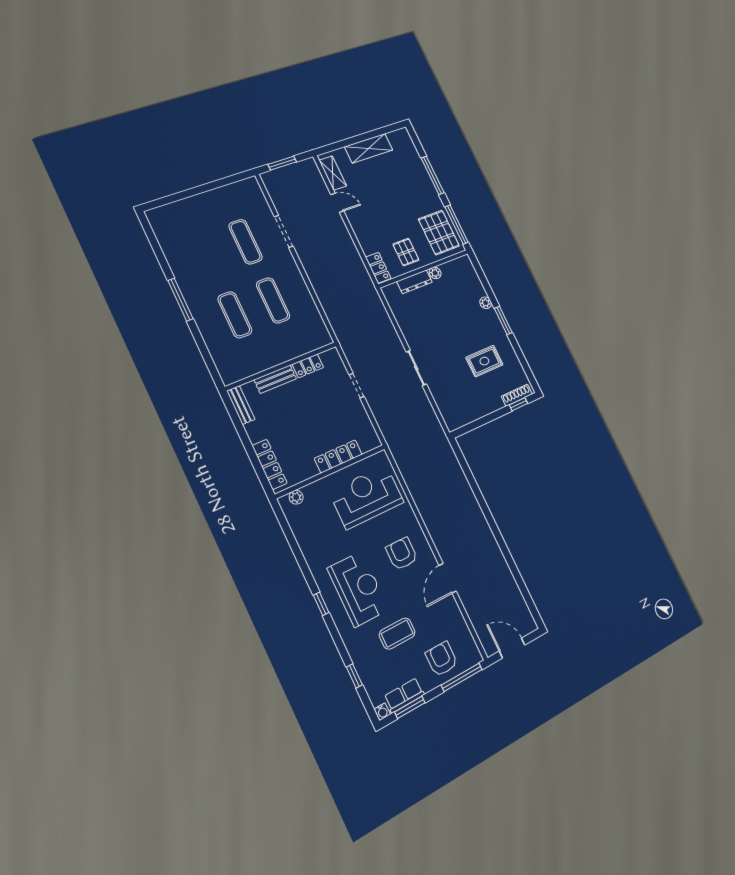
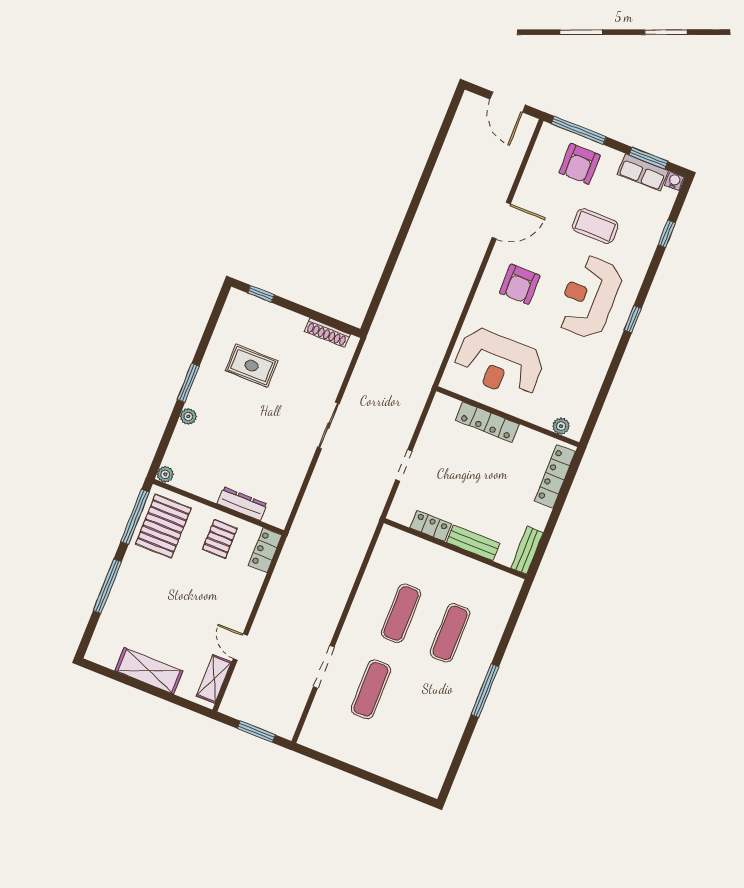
plant: (435, 273) -> (165, 474), moved
shoe rack: (517, 395) -> (327, 333), moved

